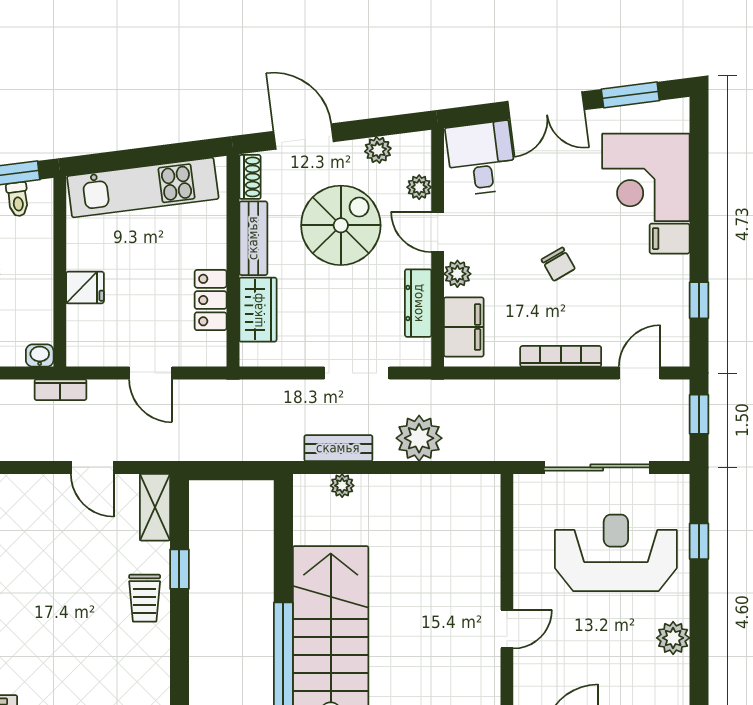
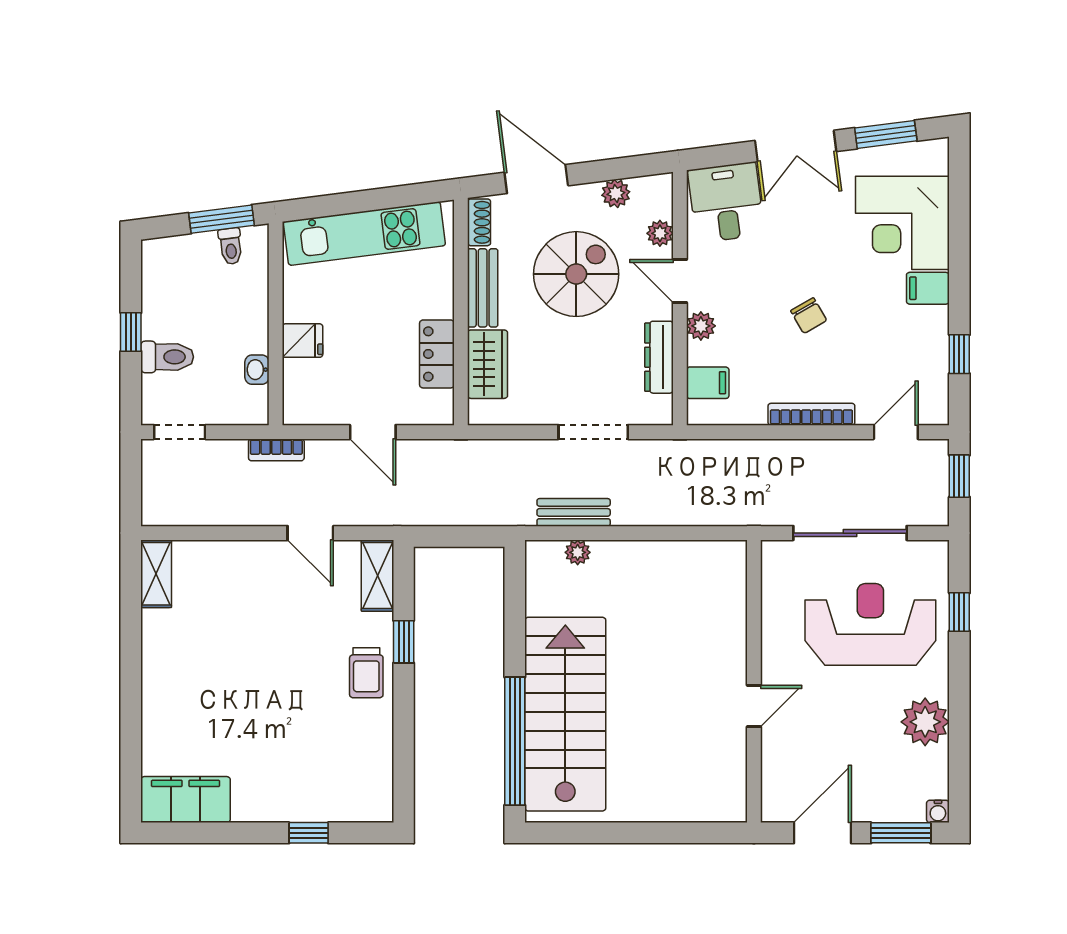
filing cabinet: (464, 327) -> (708, 383), width x0.50
washbasin: (40, 356) -> (257, 370), moved, turned -90
plant: (419, 438) -> (660, 502), removed
plant: (673, 638) -> (925, 722), width x1.36, depth x1.36

